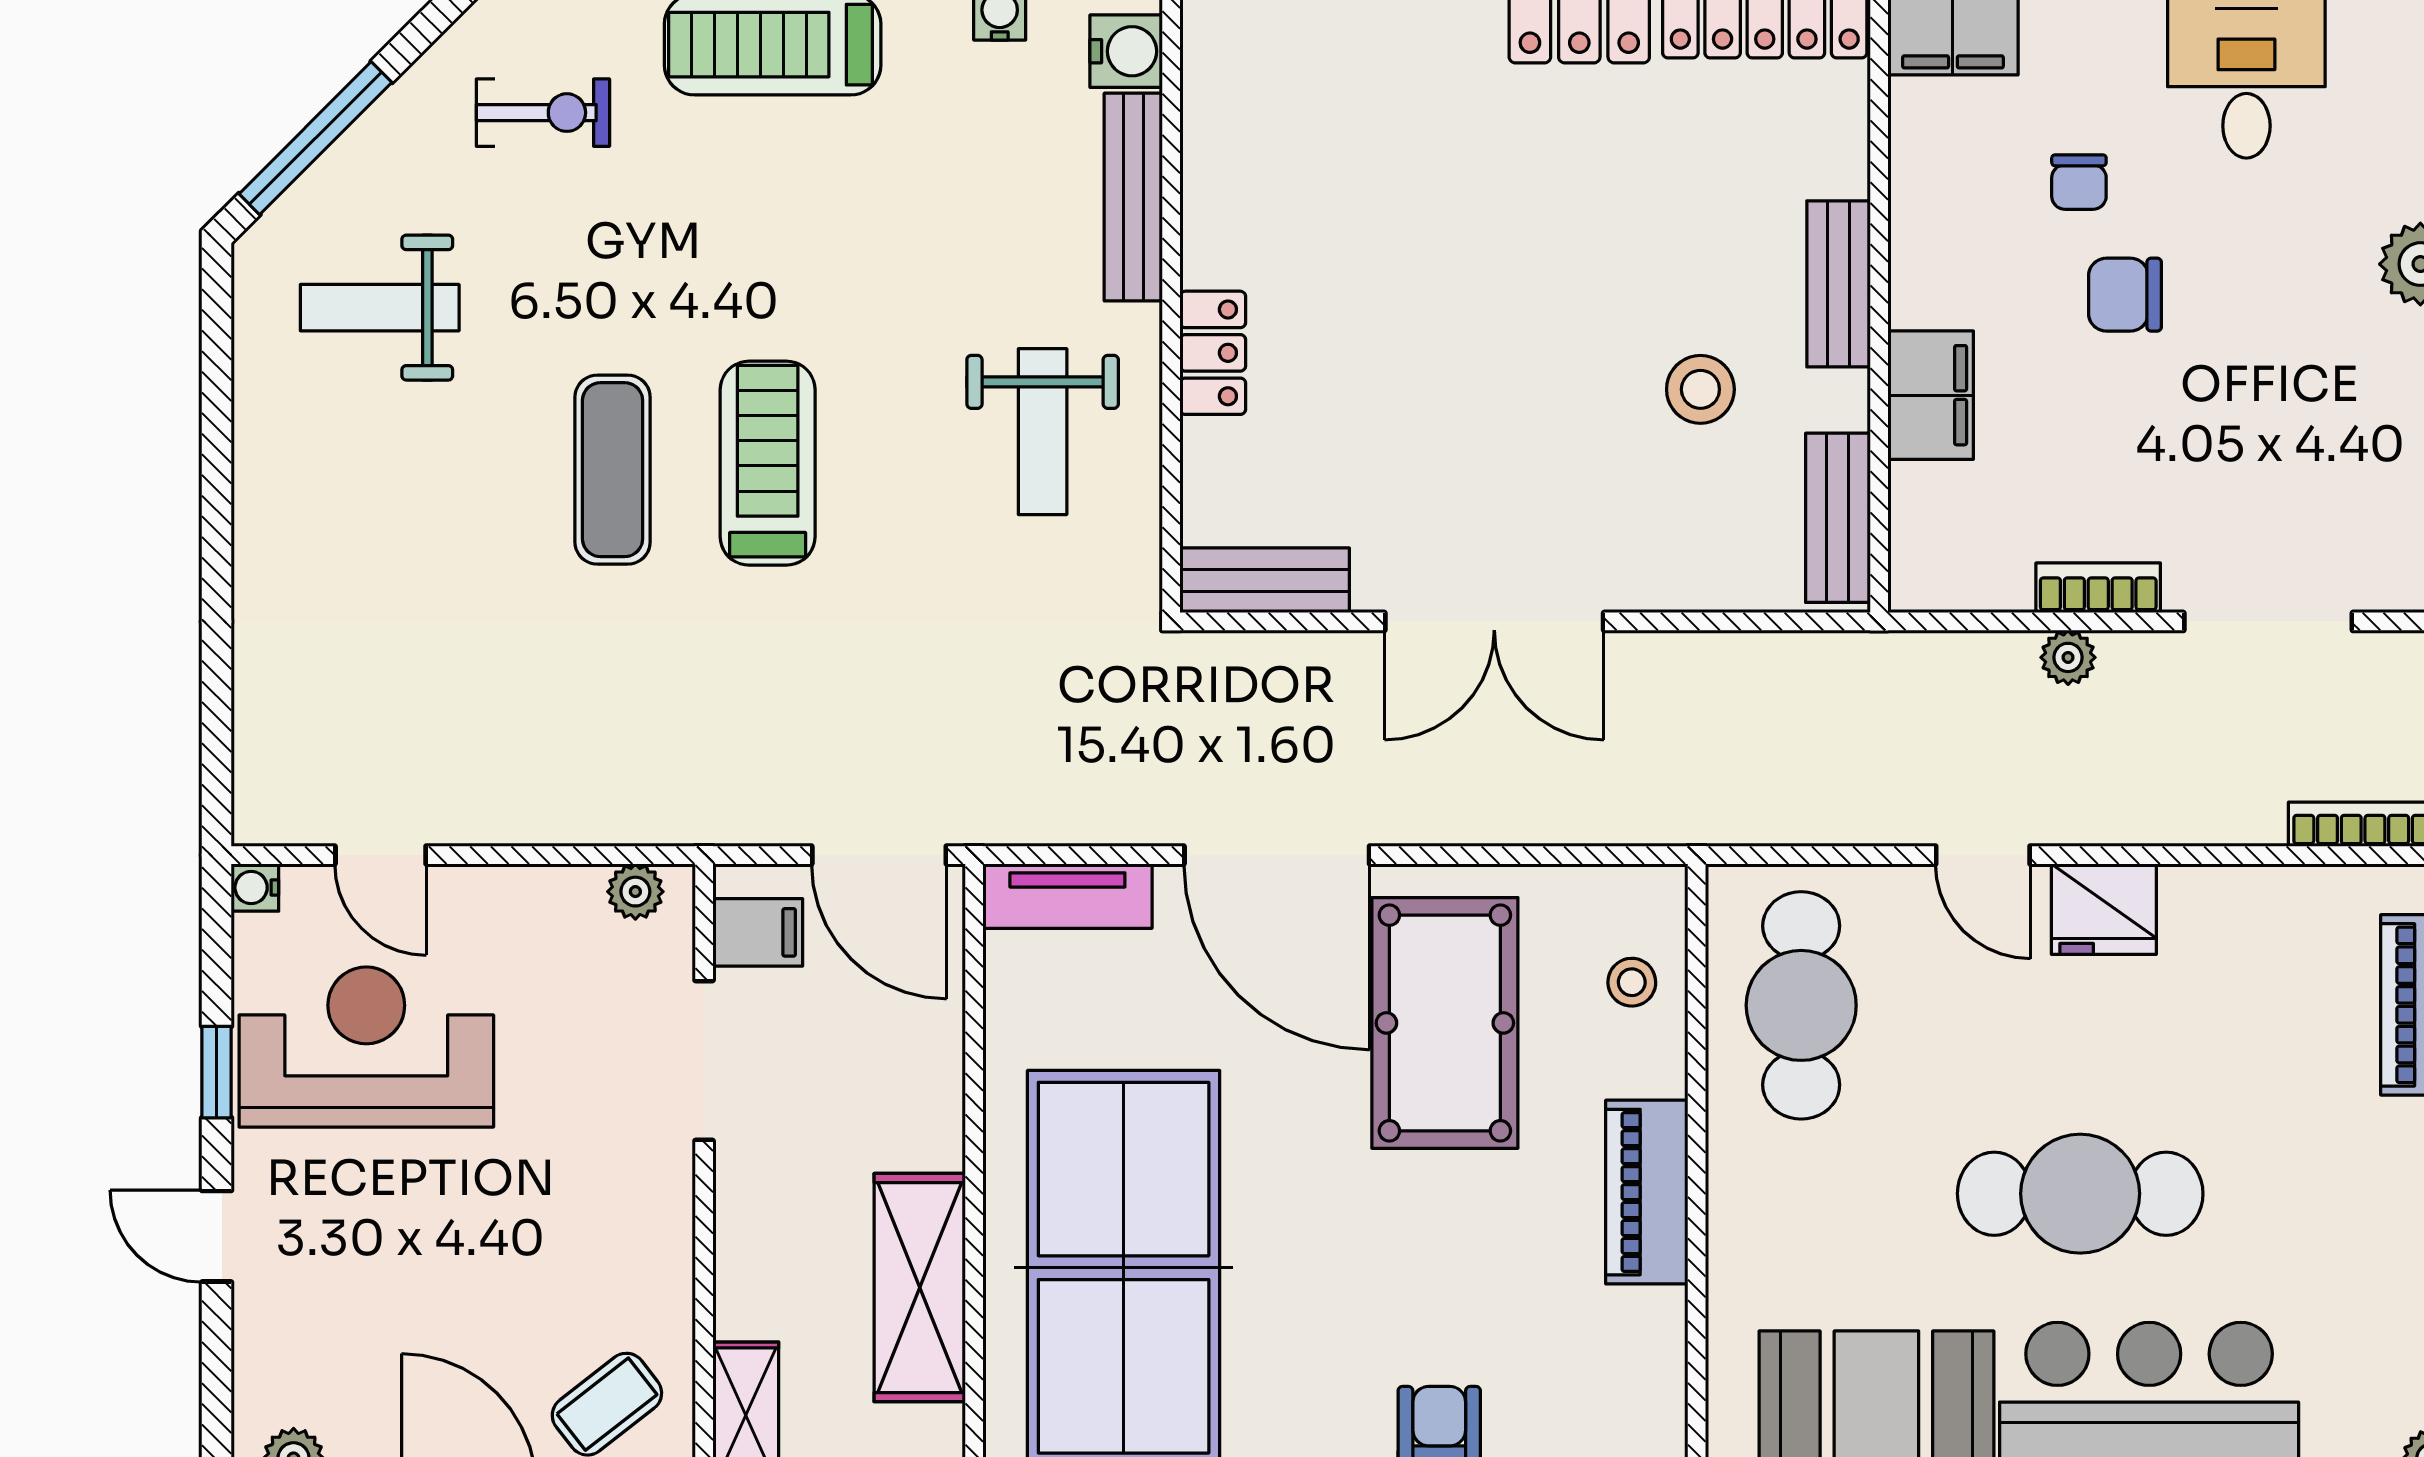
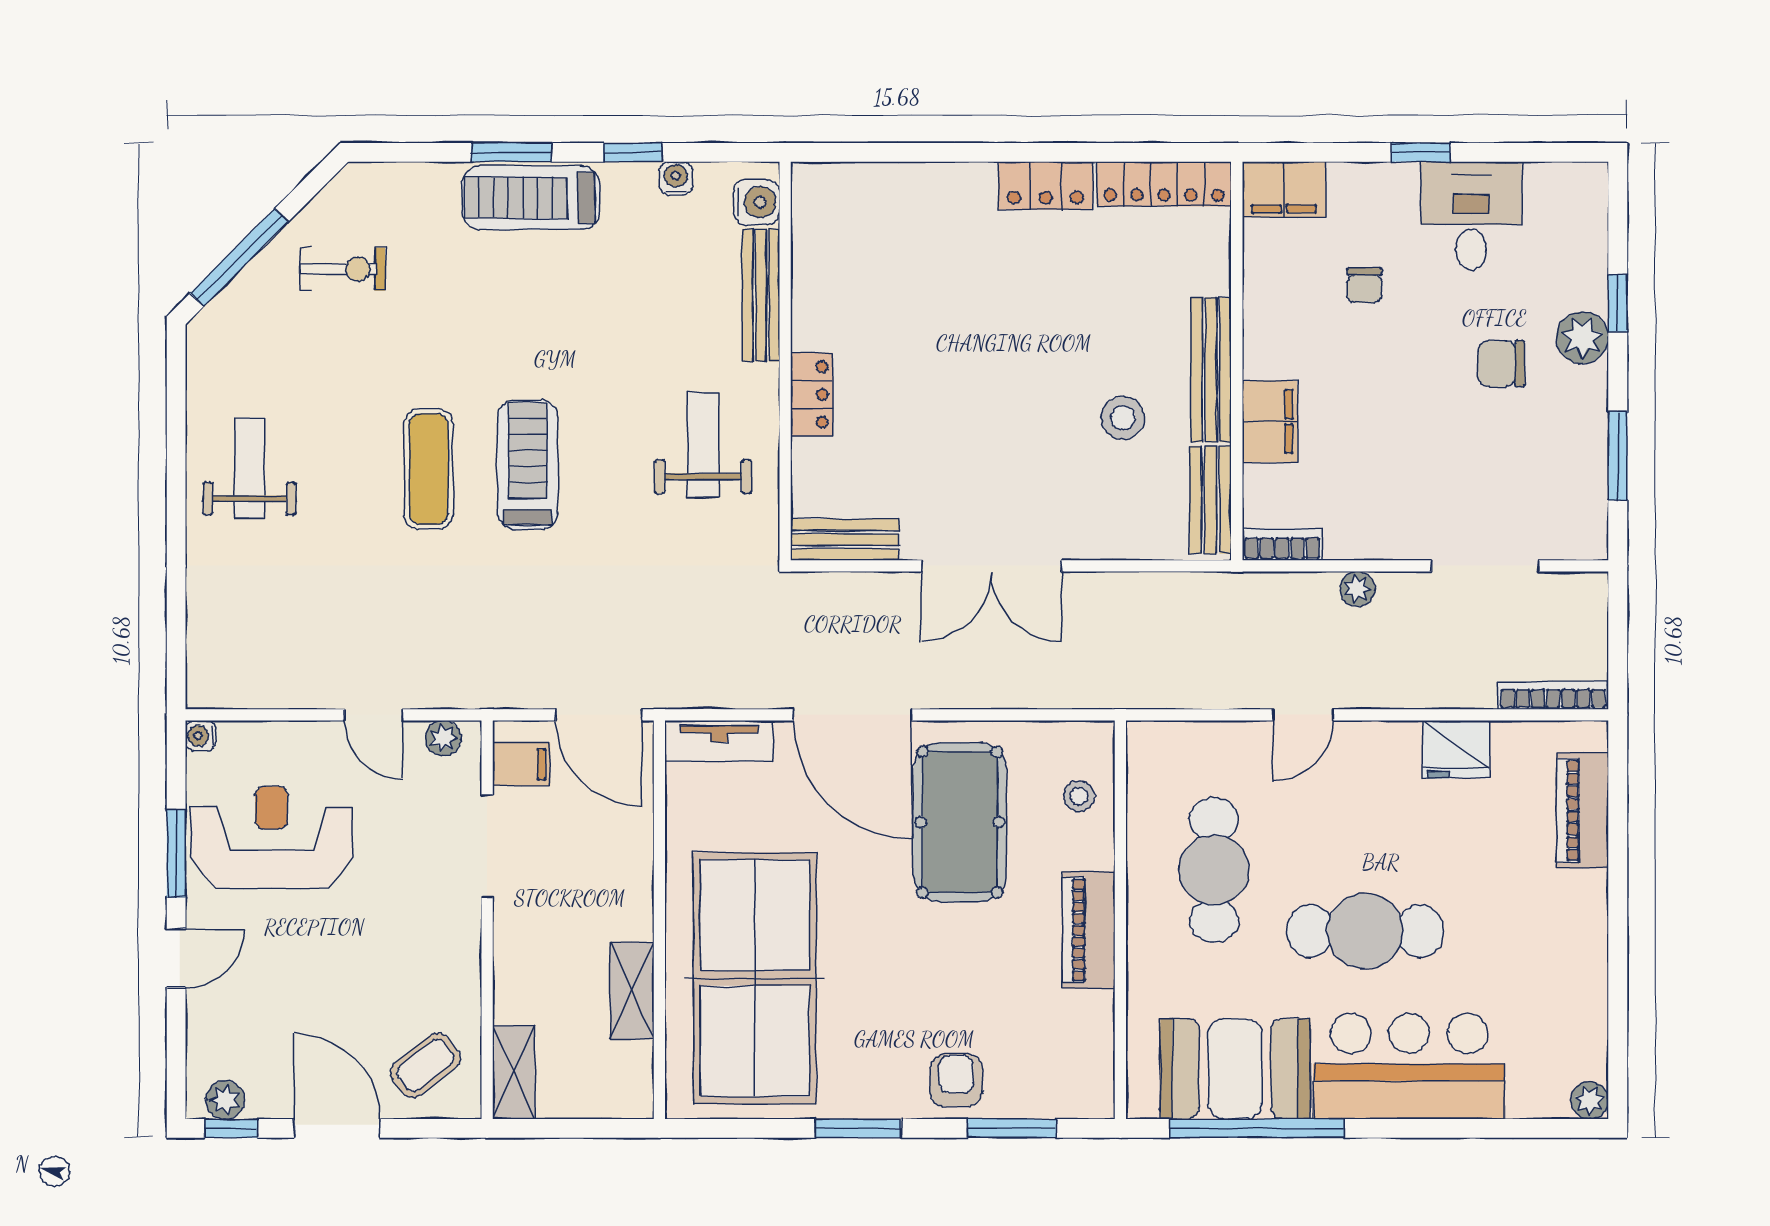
exercise bike: (543, 113) -> (342, 269), moved
bench: (1839, 284) -> (1211, 370), width x1.36
chair: (2125, 295) -> (1501, 364), moved
weight bench: (380, 308) -> (249, 468), moved, turned 90
weight bench: (1043, 432) -> (703, 445), turned 180
bookcase: (2098, 588) -> (1282, 544), moved
door: (381, 855) -> (373, 715), moved
door: (1983, 855) -> (1303, 715), hinge flipped
fridge: (2104, 909) -> (1456, 749), moved
cafe table: (1801, 1005) -> (1214, 870), moved
window: (217, 1072) -> (176, 853), width x1.50
door: (217, 1236) -> (176, 958), swing flipped
shelving: (920, 1288) -> (632, 991), width x0.67, depth x0.75

